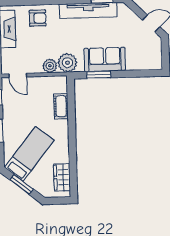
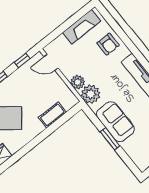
door: (18, 75) -> (51, 62), hinge flipped
window: (99, 75) -> (110, 139), moved

